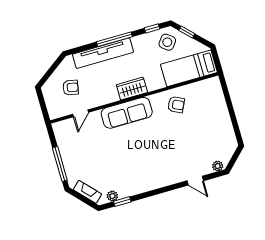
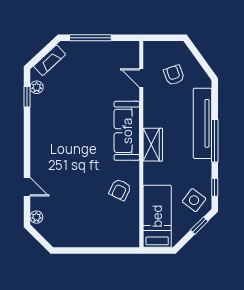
armchair: (71, 88) -> (174, 75), turned 150
door: (195, 181) -> (27, 187), swing flipped

